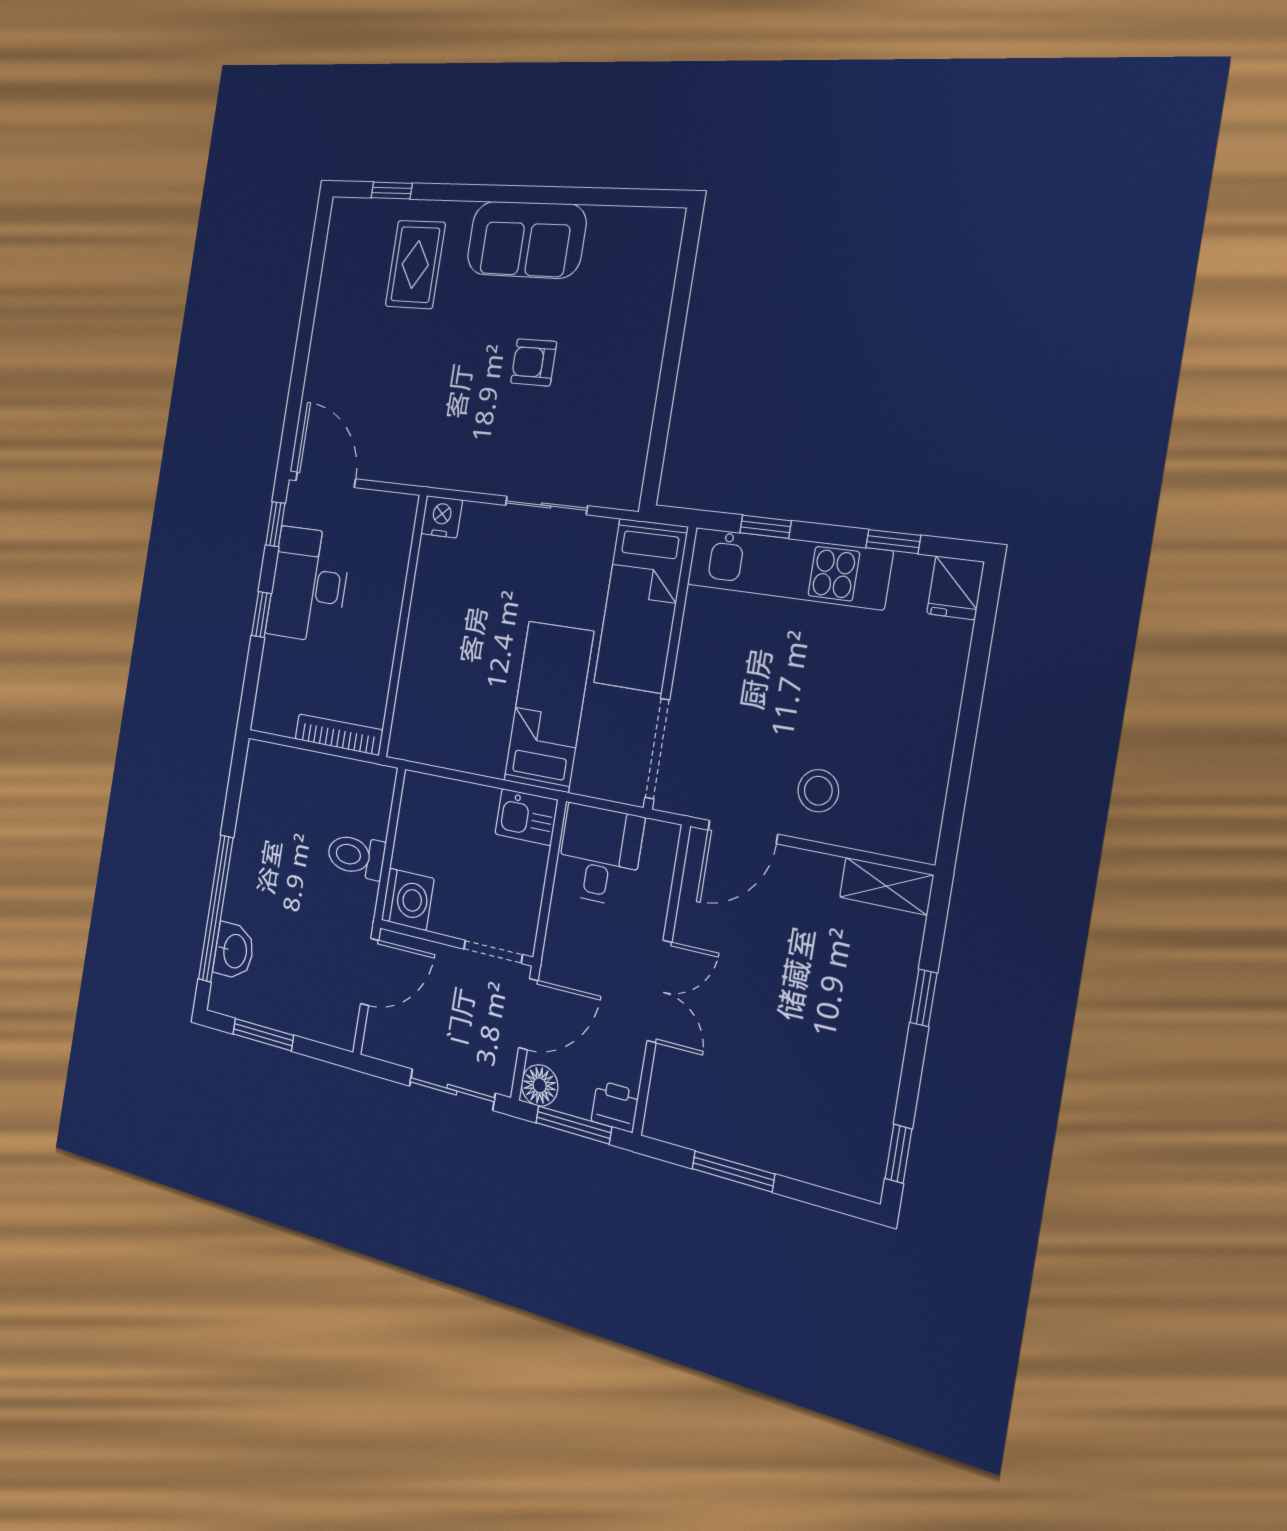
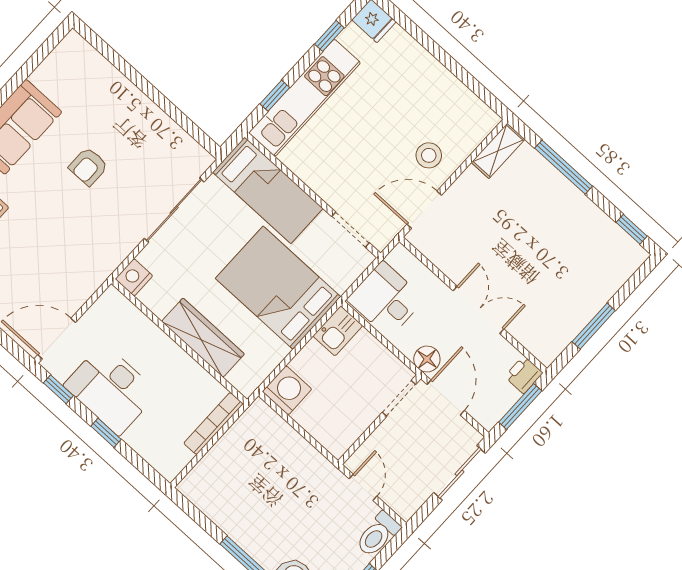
sliding door: (546, 505) -> (174, 210), width x1.37
wardrobe: (423, 652) -> (203, 338), added
bed: (549, 707) -> (278, 288), width x1.50
doorway: (657, 749) -> (351, 230), width x0.73
door: (743, 832) -> (424, 210), swing flipped
toilet: (356, 856) -> (378, 534), moved
washing machine: (408, 899) -> (287, 390), moved
door: (370, 972) -> (363, 487), width x0.73
window: (924, 998) -> (564, 167), width x2.17
floor lamp: (540, 1085) -> (427, 359), moved

